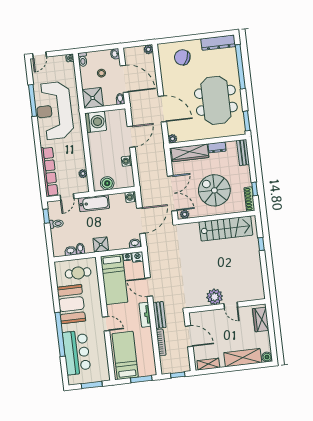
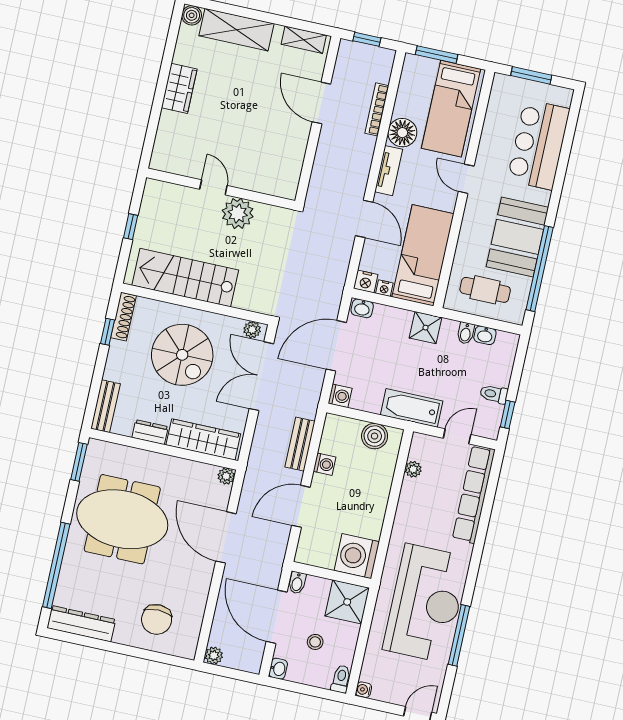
chair: (182, 57) -> (157, 619), turned 69
meeting table: (216, 100) -> (122, 519), turned 90
plant: (215, 297) -> (238, 213), moved
door: (231, 305) -> (213, 187), moved
wall: (227, 306) -> (221, 189), moved
bench: (159, 315) -> (300, 444), moved
window: (60, 334) -> (540, 269), moved
floor lamp: (145, 335) -> (402, 133), added

